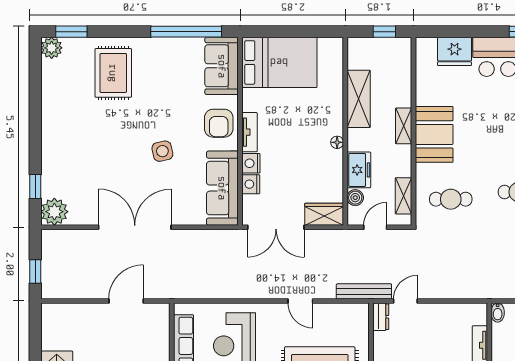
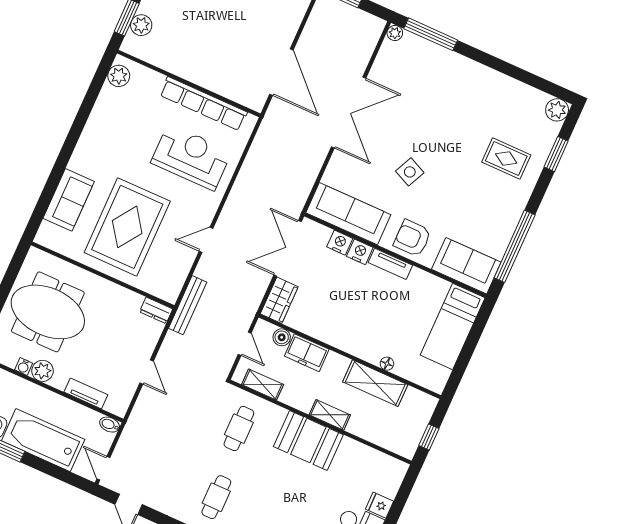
window: (71, 32) -> (556, 154), moved
fridge: (455, 51) -> (379, 505), width x0.53, depth x0.75
bed: (279, 62) -> (453, 326), width x0.67
rug: (113, 73) -> (506, 158), width x0.73, depth x0.70
floor lamp: (337, 142) -> (387, 364), moved
side table: (162, 151) -> (410, 172), turned 37
window: (35, 186) -> (431, 34), width x2.17
plant: (54, 212) -> (395, 33), width x0.53, depth x0.53
door: (126, 301) -> (281, 72), width x1.36
door: (405, 301) -> (147, 372), moved

